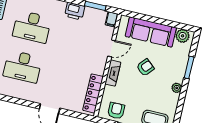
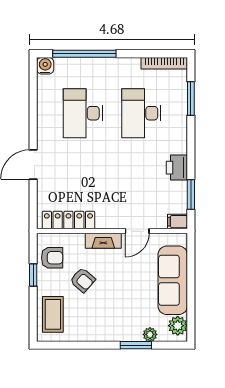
door: (112, 48) -> (137, 231), hinge flipped
armchair: (145, 67) -> (83, 280), moved
plant: (177, 88) -> (150, 334), moved

